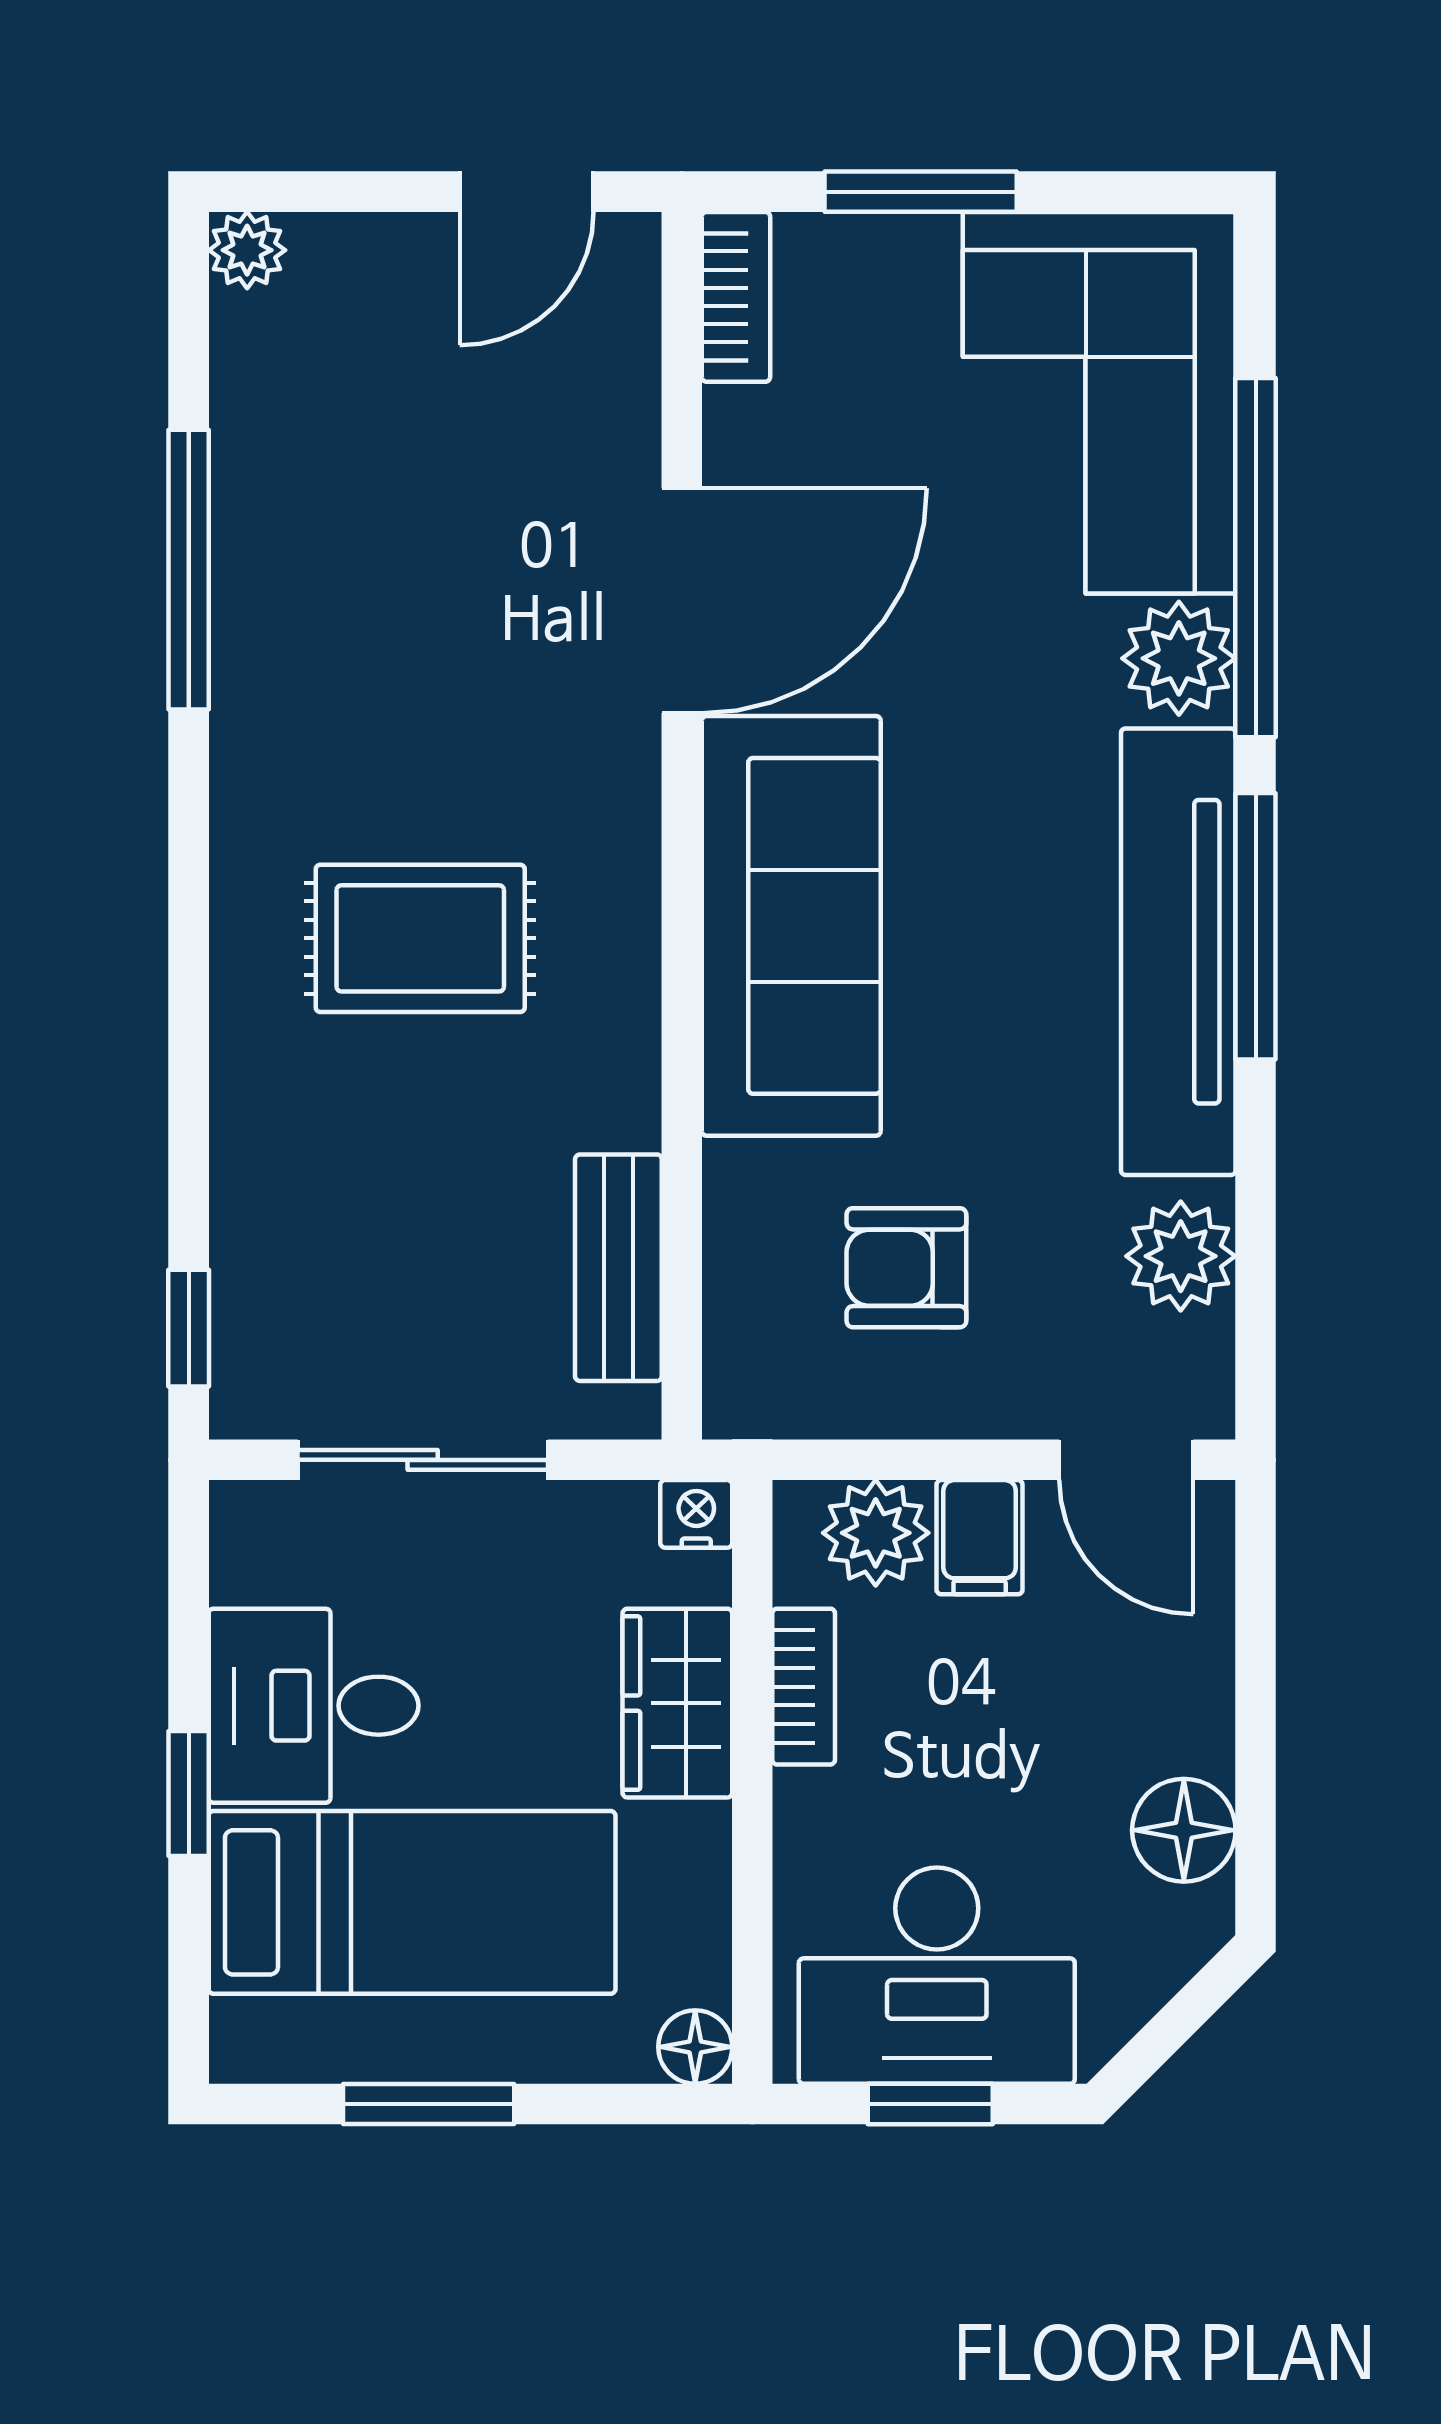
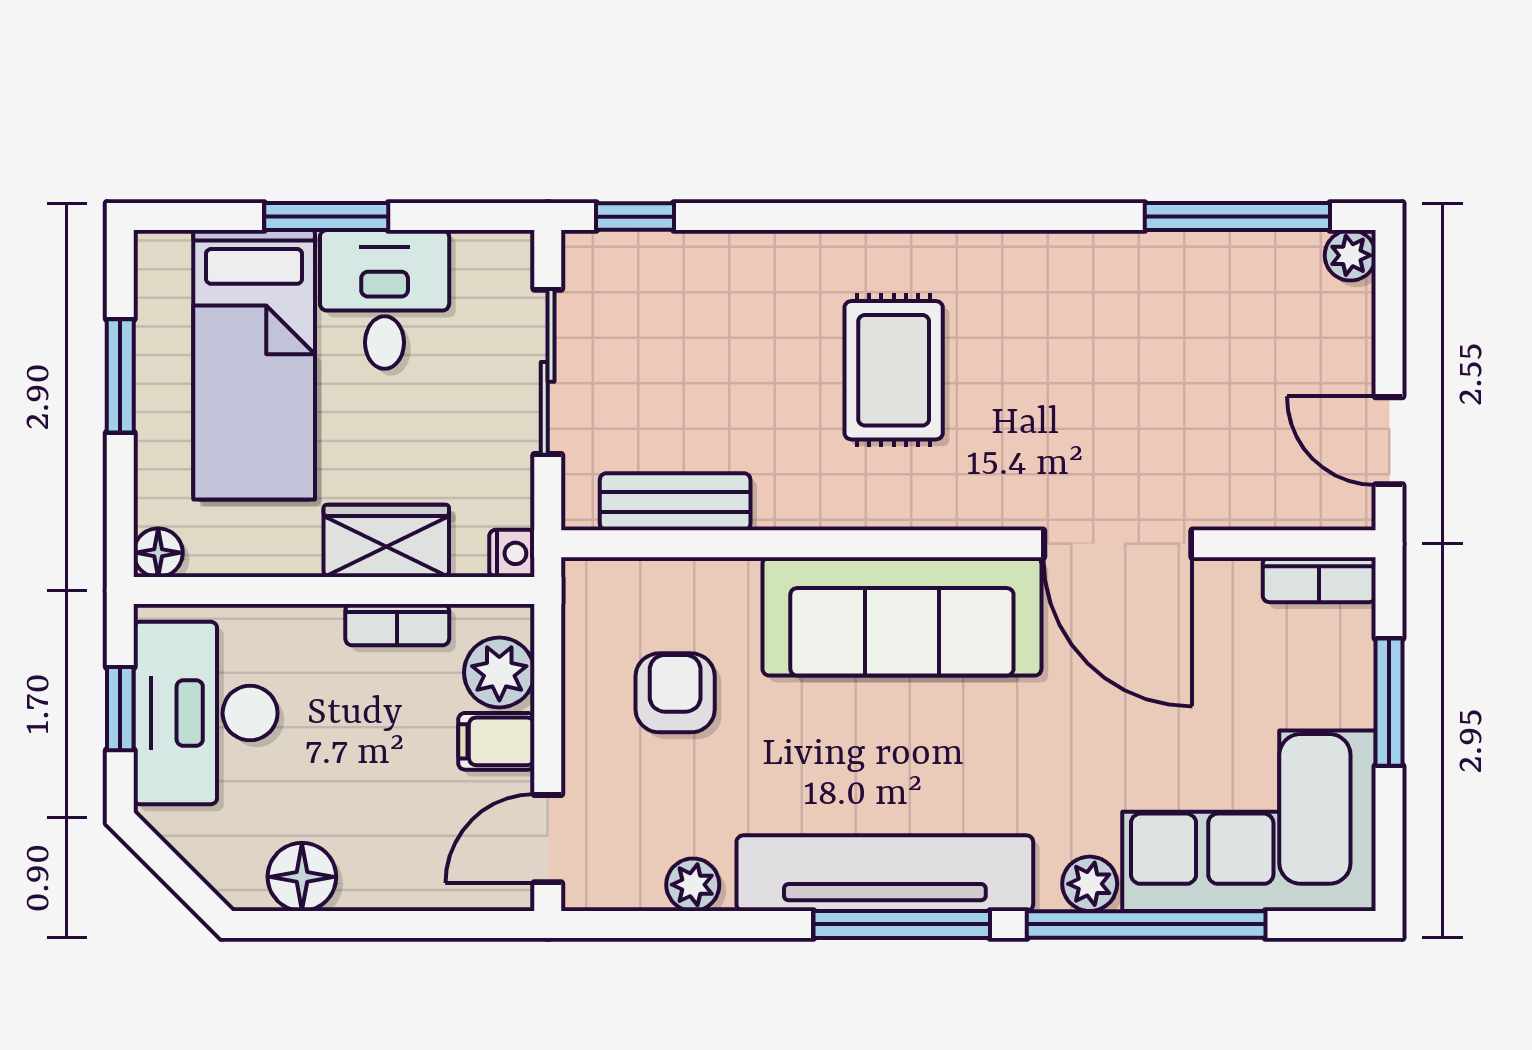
window: (189, 570) -> (1237, 217), moved
plant: (1179, 658) -> (1090, 884), width x0.73, depth x0.73
plant: (1181, 1256) -> (693, 885), width x0.73, depth x0.73
window: (189, 1793) -> (326, 217), width x1.50

